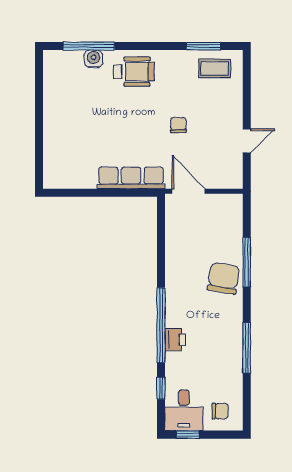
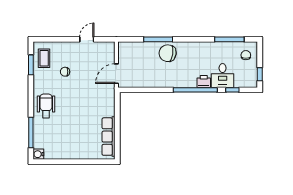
water cooler: (94, 59) -> (38, 154), moved
chair: (178, 125) -> (65, 72), moved
door: (247, 141) -> (87, 39), hinge flipped
row of seats: (131, 178) -> (109, 137), moved
window: (247, 348) -> (229, 39), moved
desk: (184, 410) -> (223, 76), moved, turned 90

